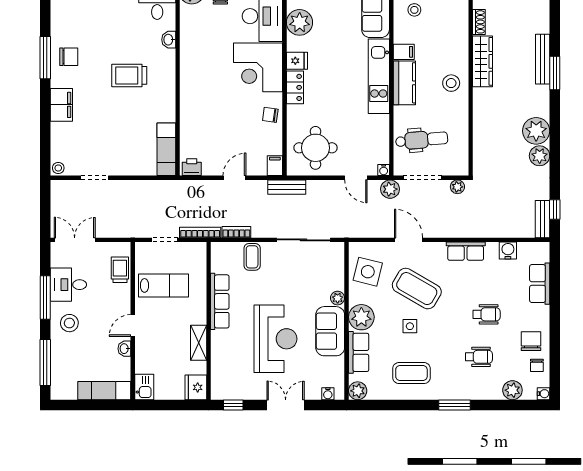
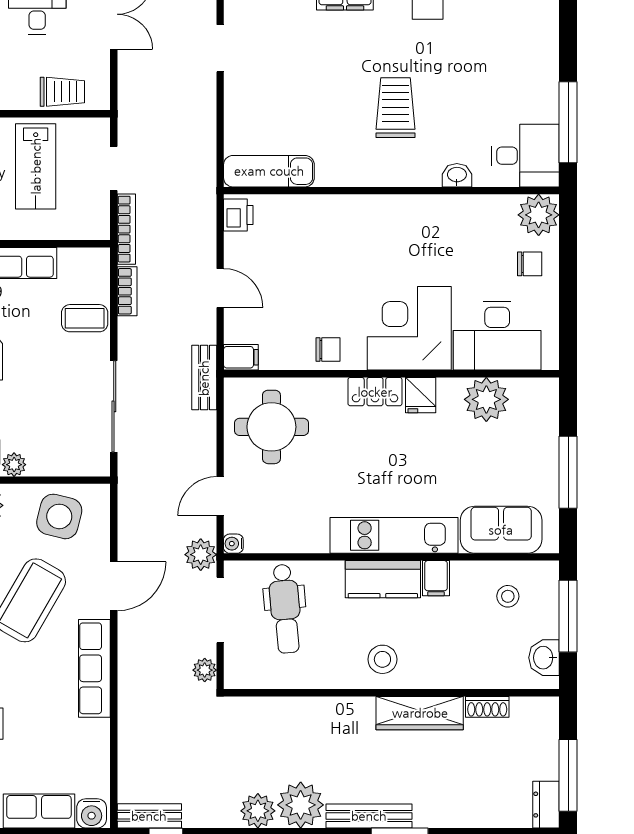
bench: (543, 59) -> (369, 816), moved
chair: (270, 115) -> (328, 349), turned 82
water cooler: (508, 250) -> (92, 813), moved, turned 90
row of seats: (466, 251) -> (94, 668), width x1.48

